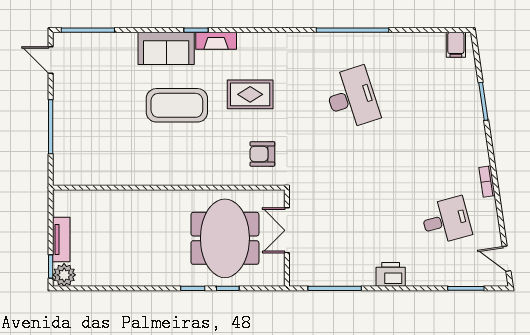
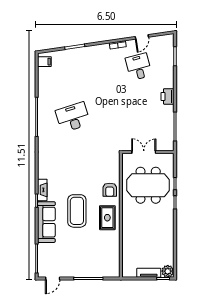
sofa: (166, 48) -> (46, 222), width x1.36
rug: (250, 94) -> (107, 218), moved
armchair: (262, 154) -> (110, 190), moved
double door: (287, 230) -> (144, 152), swing flipped
door: (507, 259) -> (142, 37), moved

